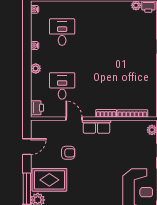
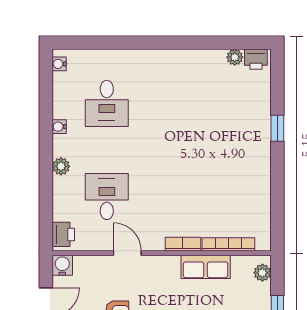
desk: (62, 32) -> (107, 103), turned 180
water cooler: (36, 126) -> (62, 265), added
row of seats: (96, 127) -> (206, 267), moved

